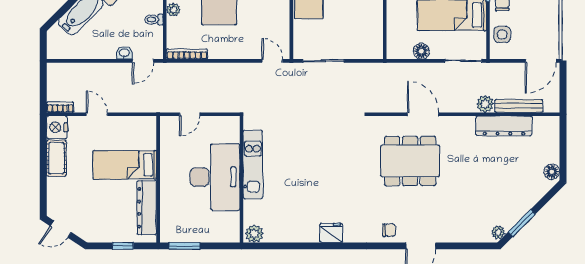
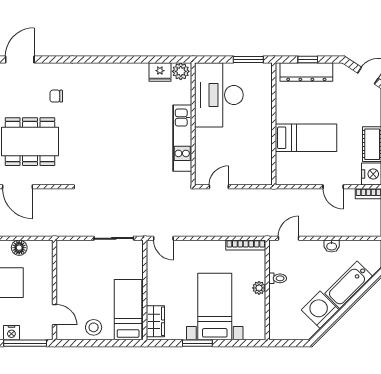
washbasin: (124, 53) -> (332, 246), moved
door: (190, 114) -> (219, 187), moved
desk: (215, 177) -> (219, 95), moved
dresser: (147, 208) -> (306, 72), moved, turned 90
chair: (389, 230) -> (56, 96), moved
fridge: (331, 233) -> (160, 72), moved

